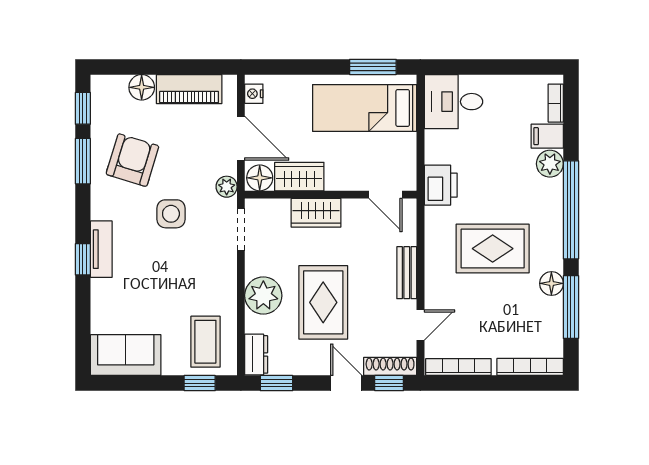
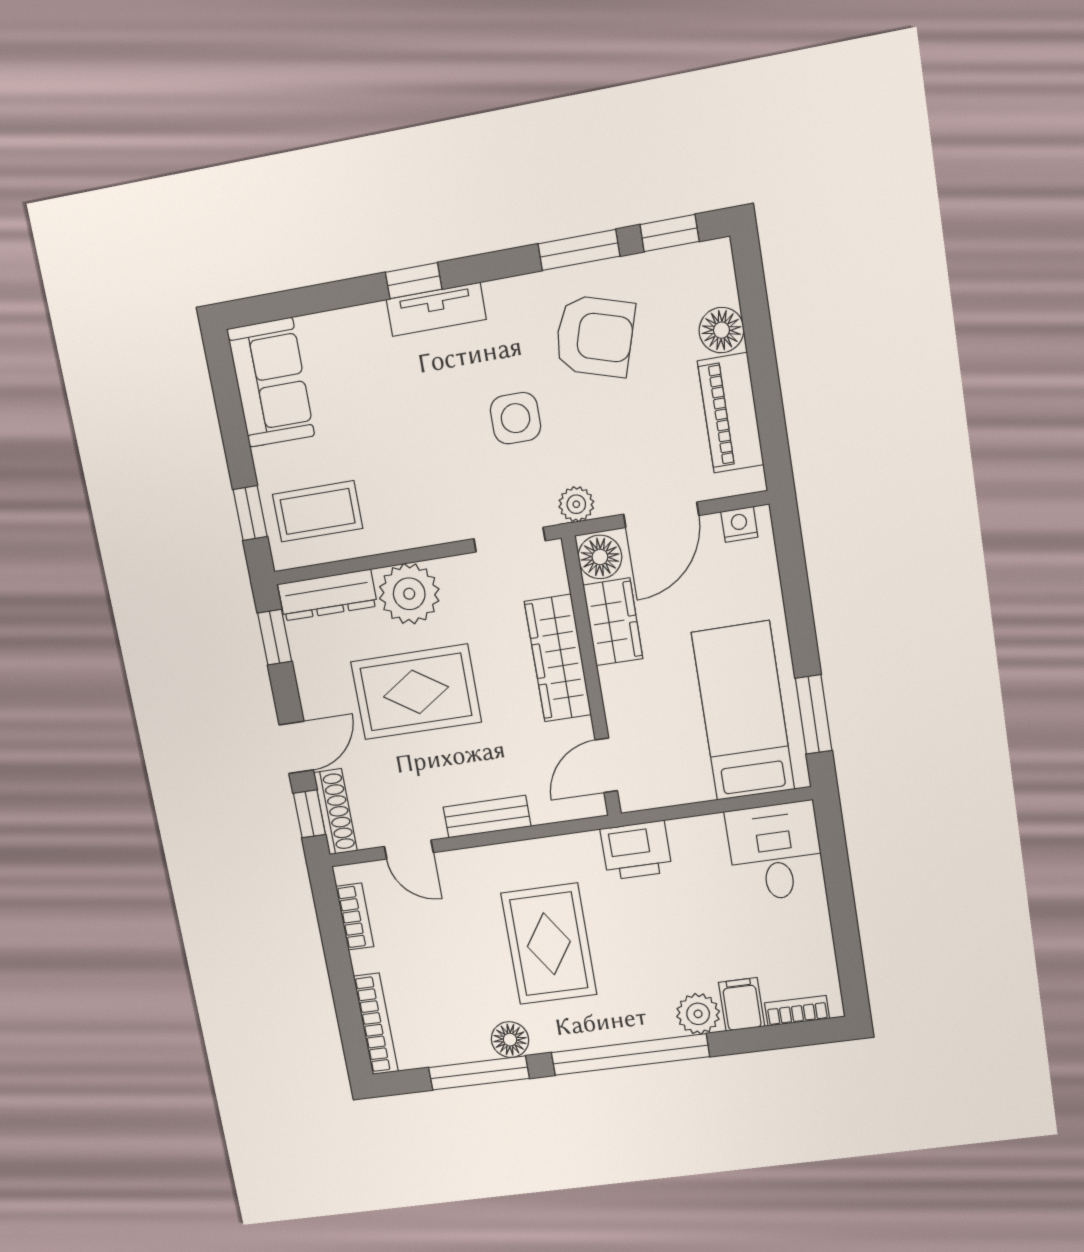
wardrobe: (316, 213) -> (558, 658), width x1.50
dresser: (256, 354) -> (327, 595), width x1.44
bookcase: (458, 367) -> (355, 917), width x0.64

